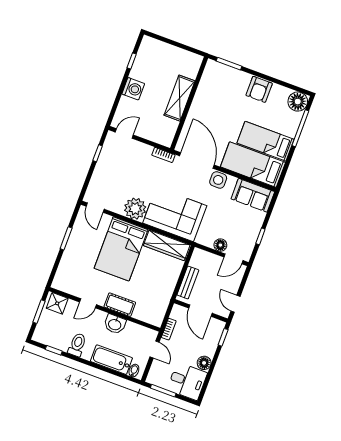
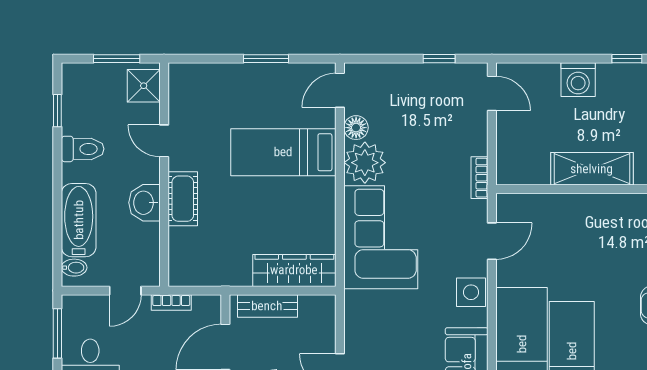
door: (197, 160) -> (492, 241), width x0.53
wardrobe: (167, 245) -> (294, 270), moved, turned 90
floor lamp: (220, 245) -> (356, 128), moved
bed: (121, 249) -> (283, 152), width x0.67

